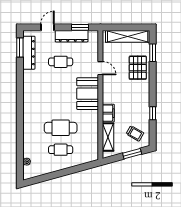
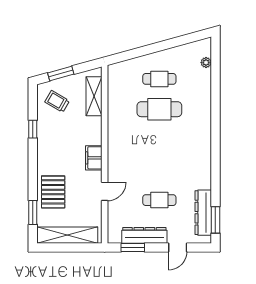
door: (100, 68) -> (105, 191), swing flipped
booth: (88, 94) -> (122, 156), removed
filing cabinet: (108, 113) -> (94, 158), moved

